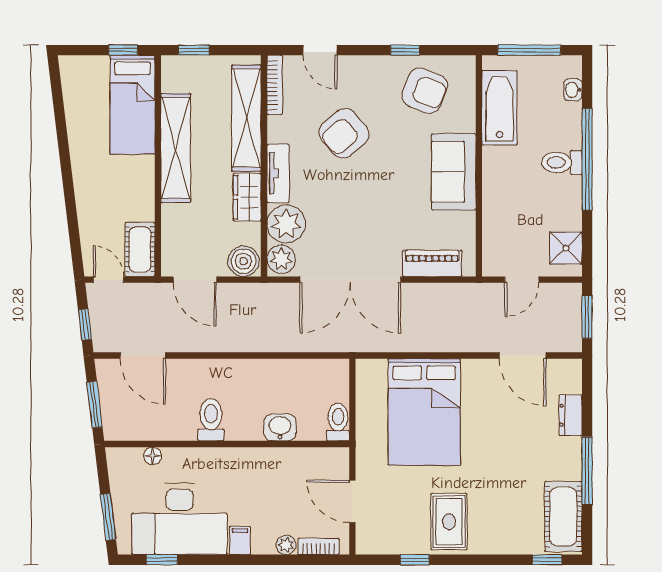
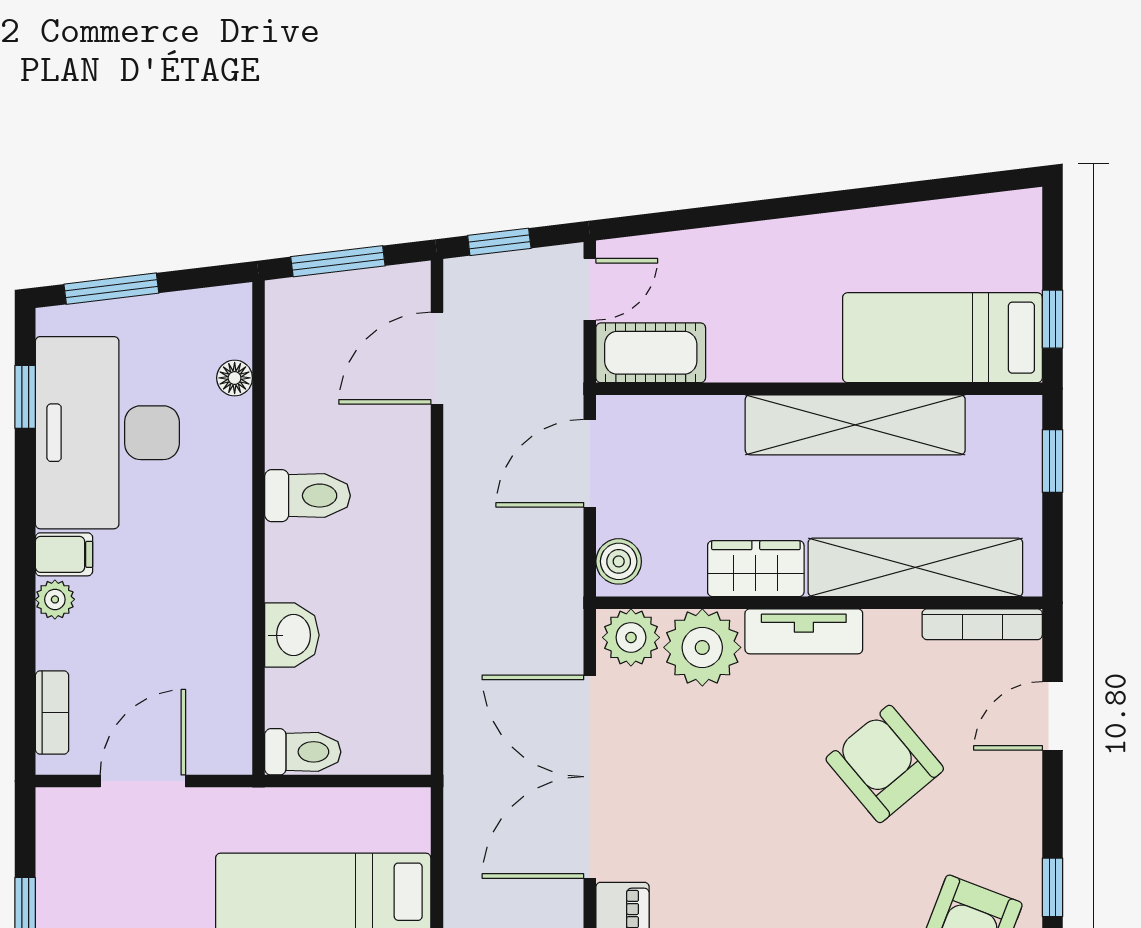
boiler: (243, 261) -> (619, 561), width x0.73, depth x0.73
plant: (286, 545) -> (55, 599), moved

